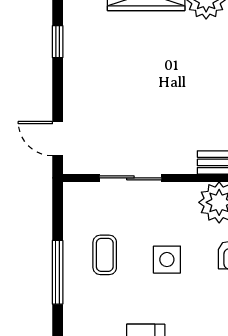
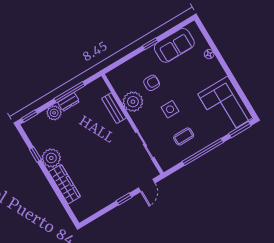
window: (58, 42) -> (124, 199), moved
window: (58, 272) -> (203, 152), width x1.46

